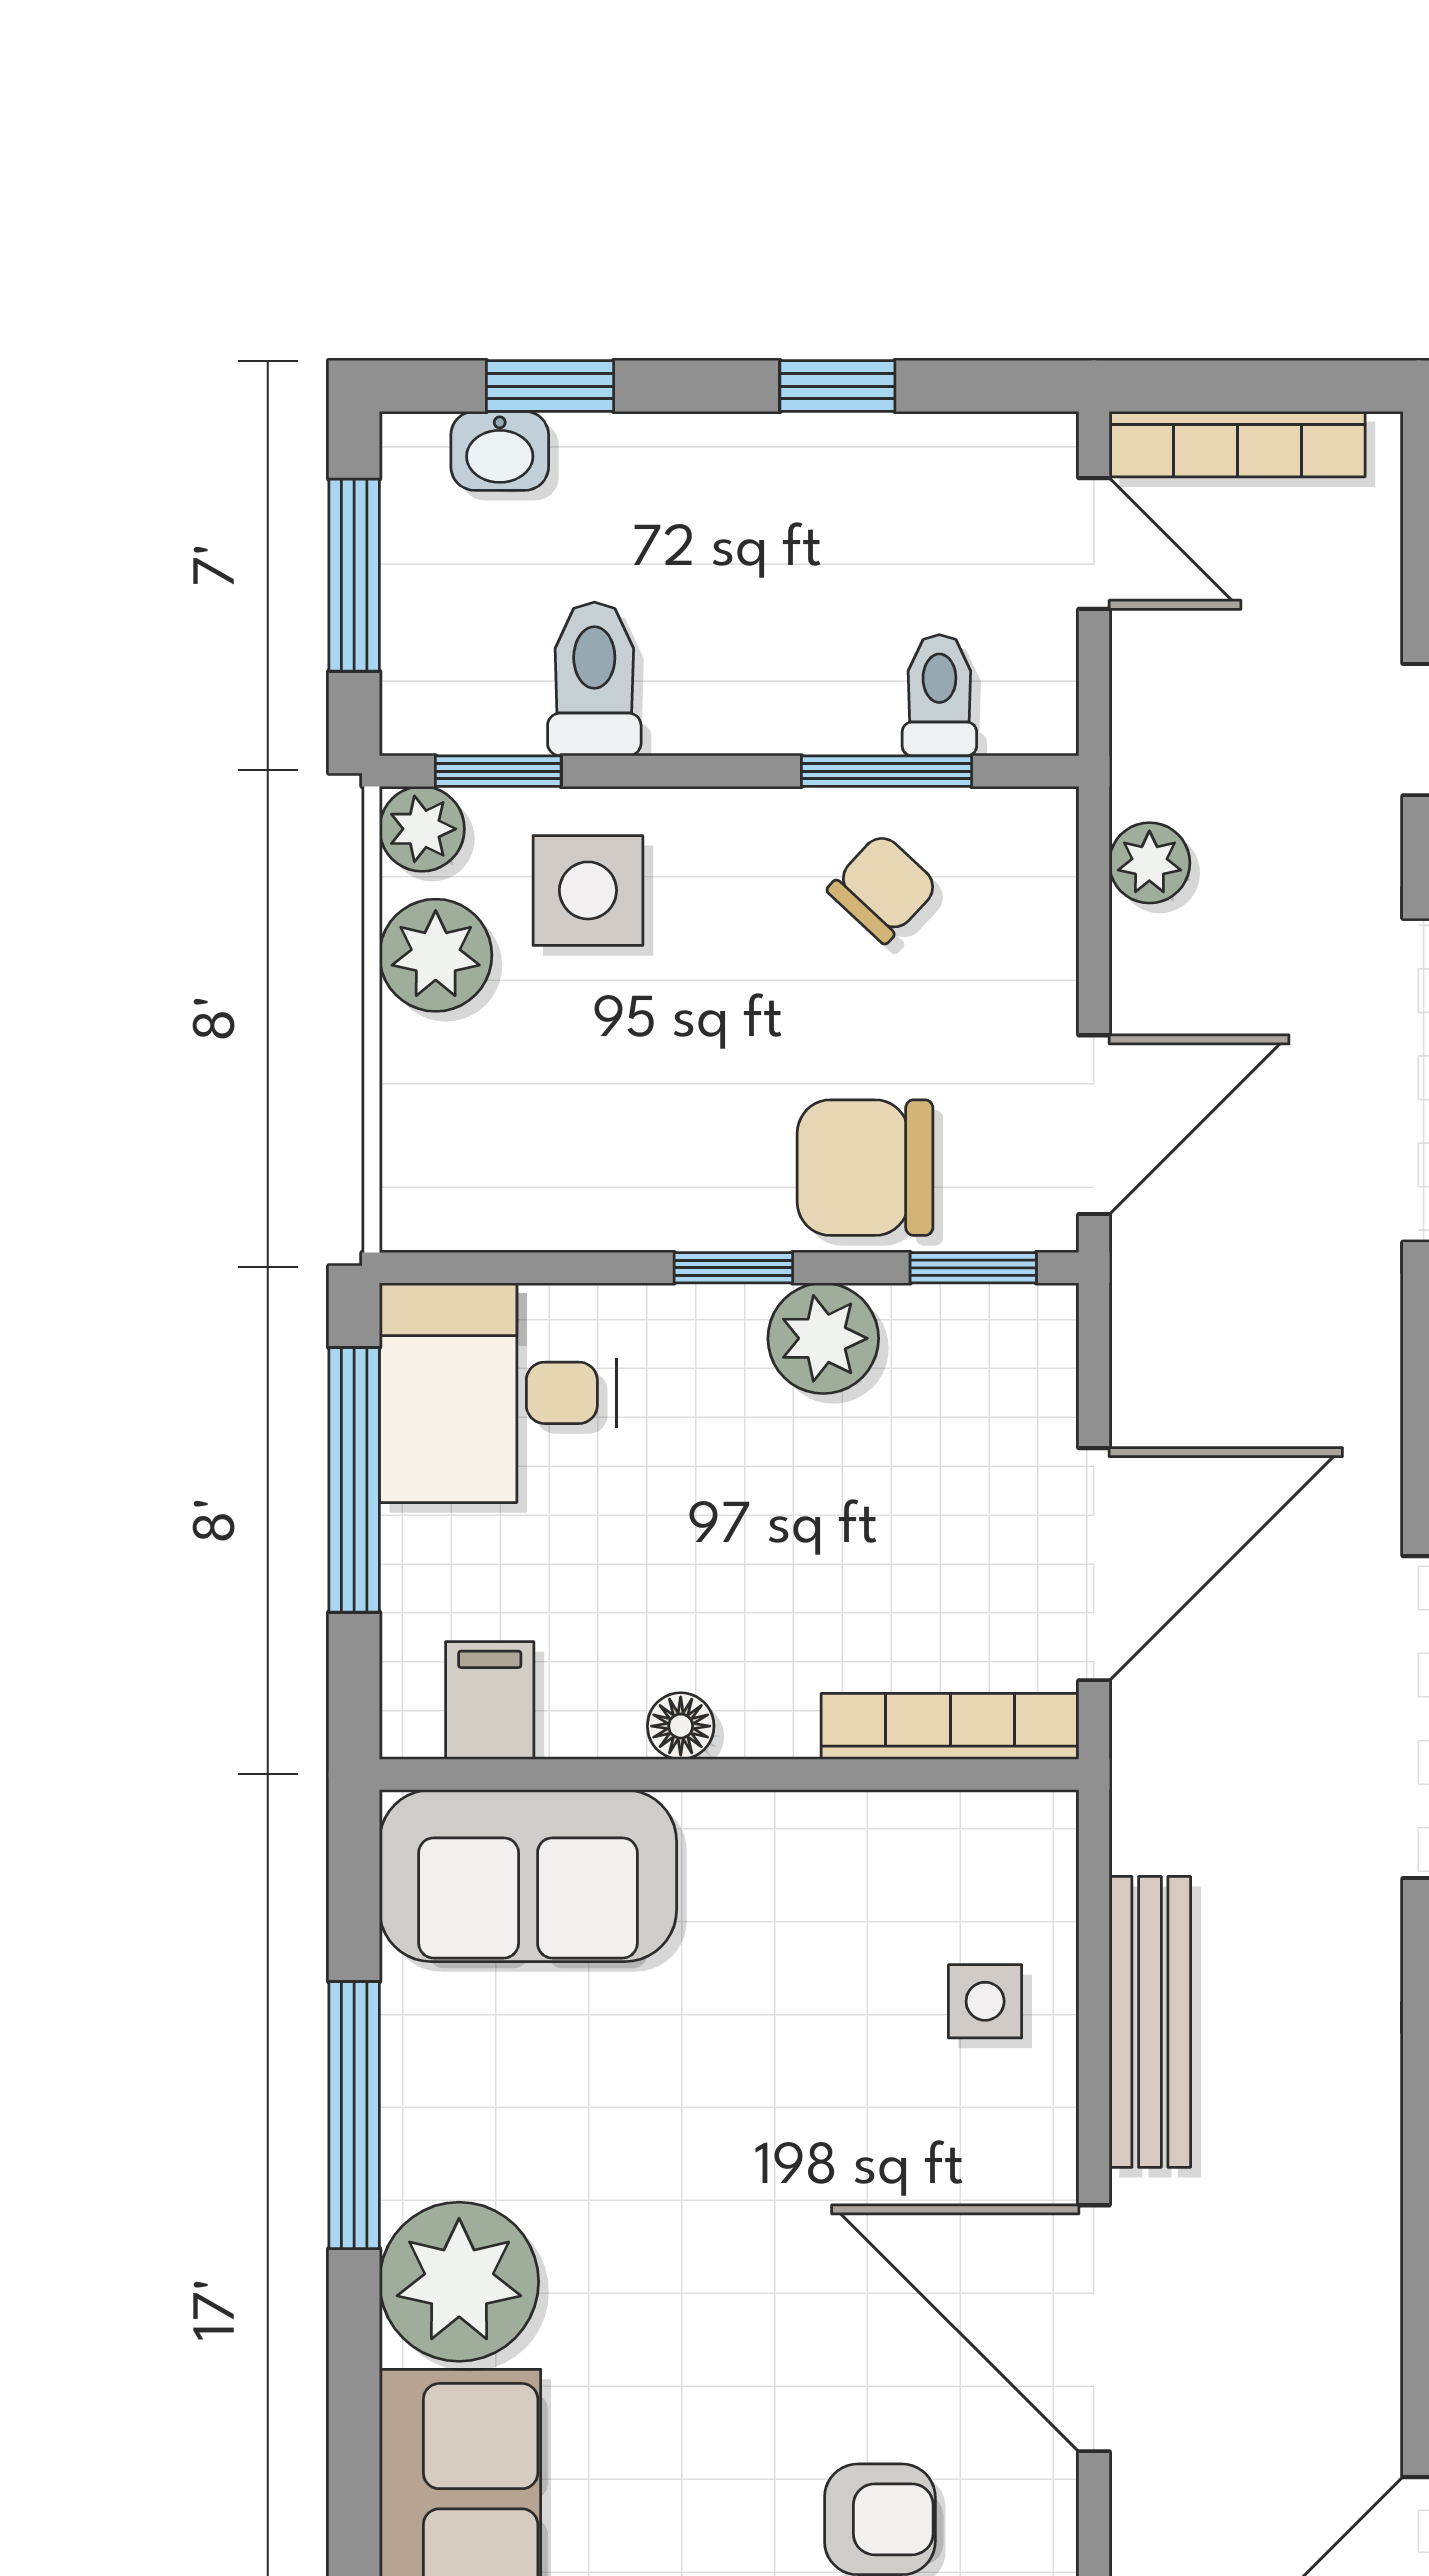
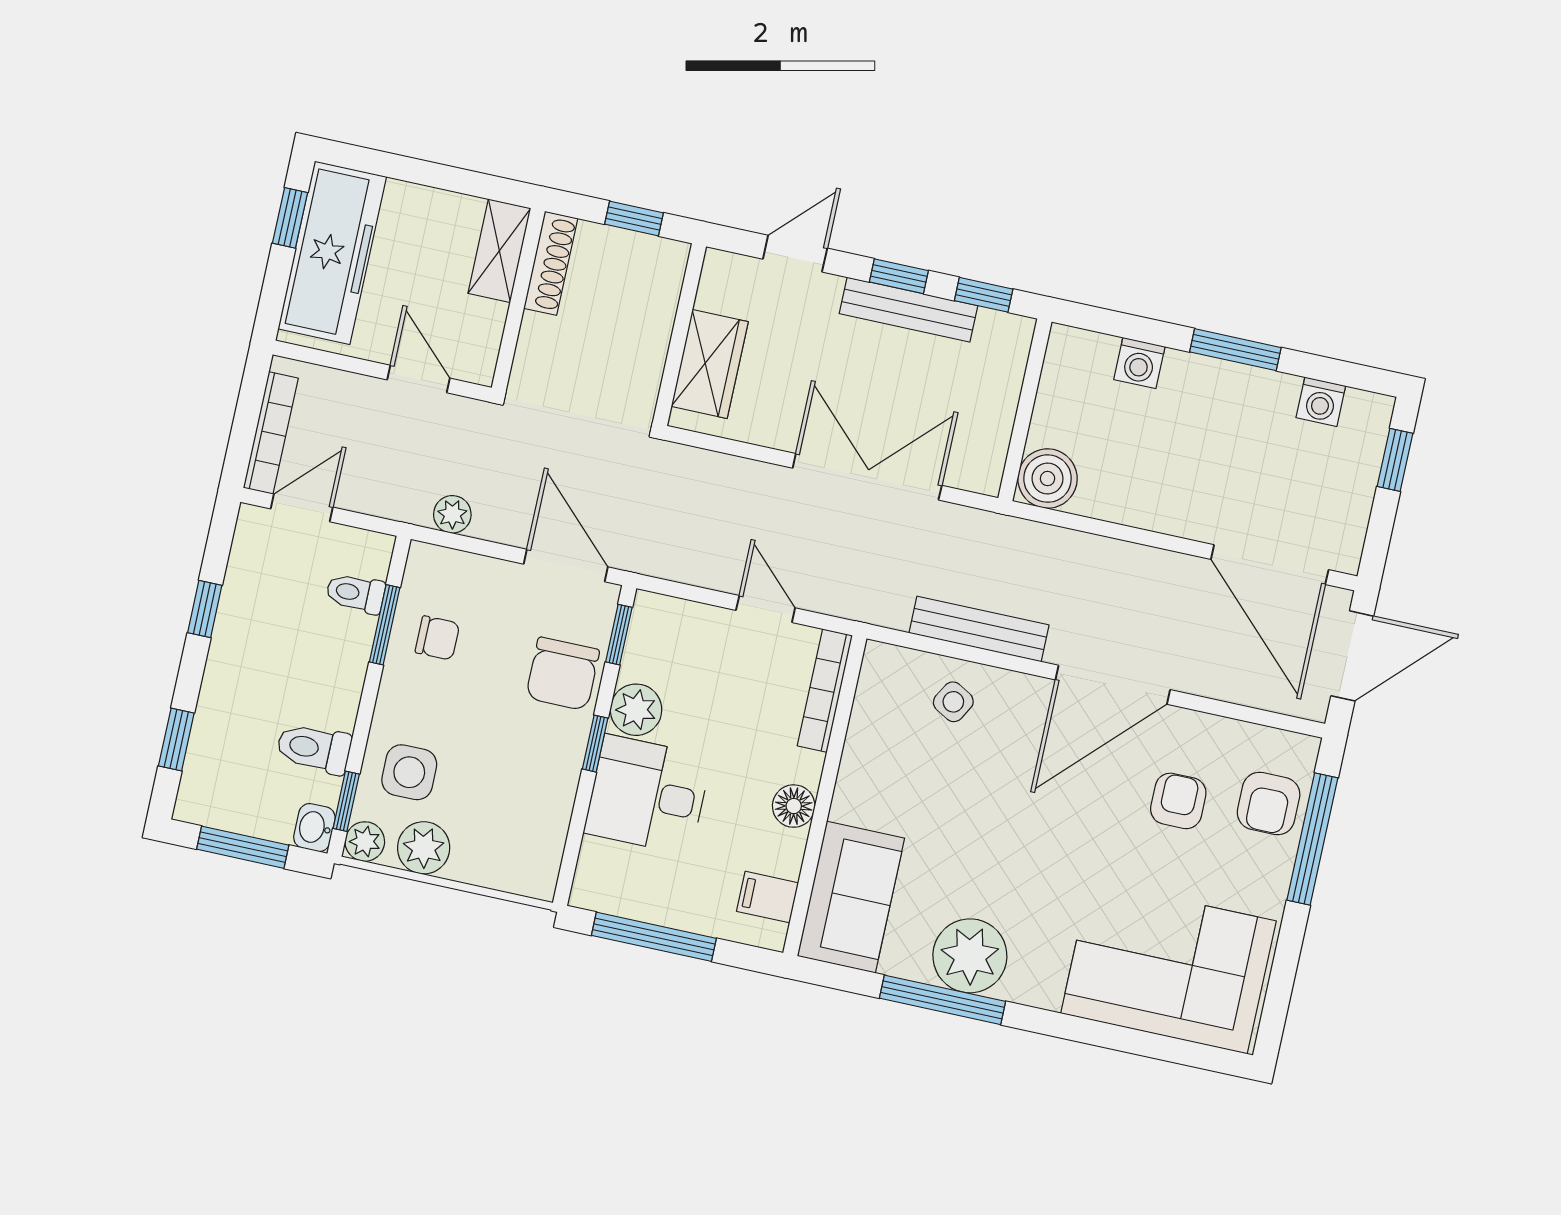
washbasin: (500, 451) -> (314, 828), moved, turned 180
chair: (883, 888) -> (437, 638), turned 137
desk: (498, 1393) -> (648, 795), moved, turned 90
door: (1094, 1564) -> (766, 609), width x0.53
floor lamp: (681, 1726) -> (794, 806), width x1.37, depth x1.37
side table: (985, 2001) -> (953, 702), turned 30
plant: (459, 2282) -> (970, 956), moved

